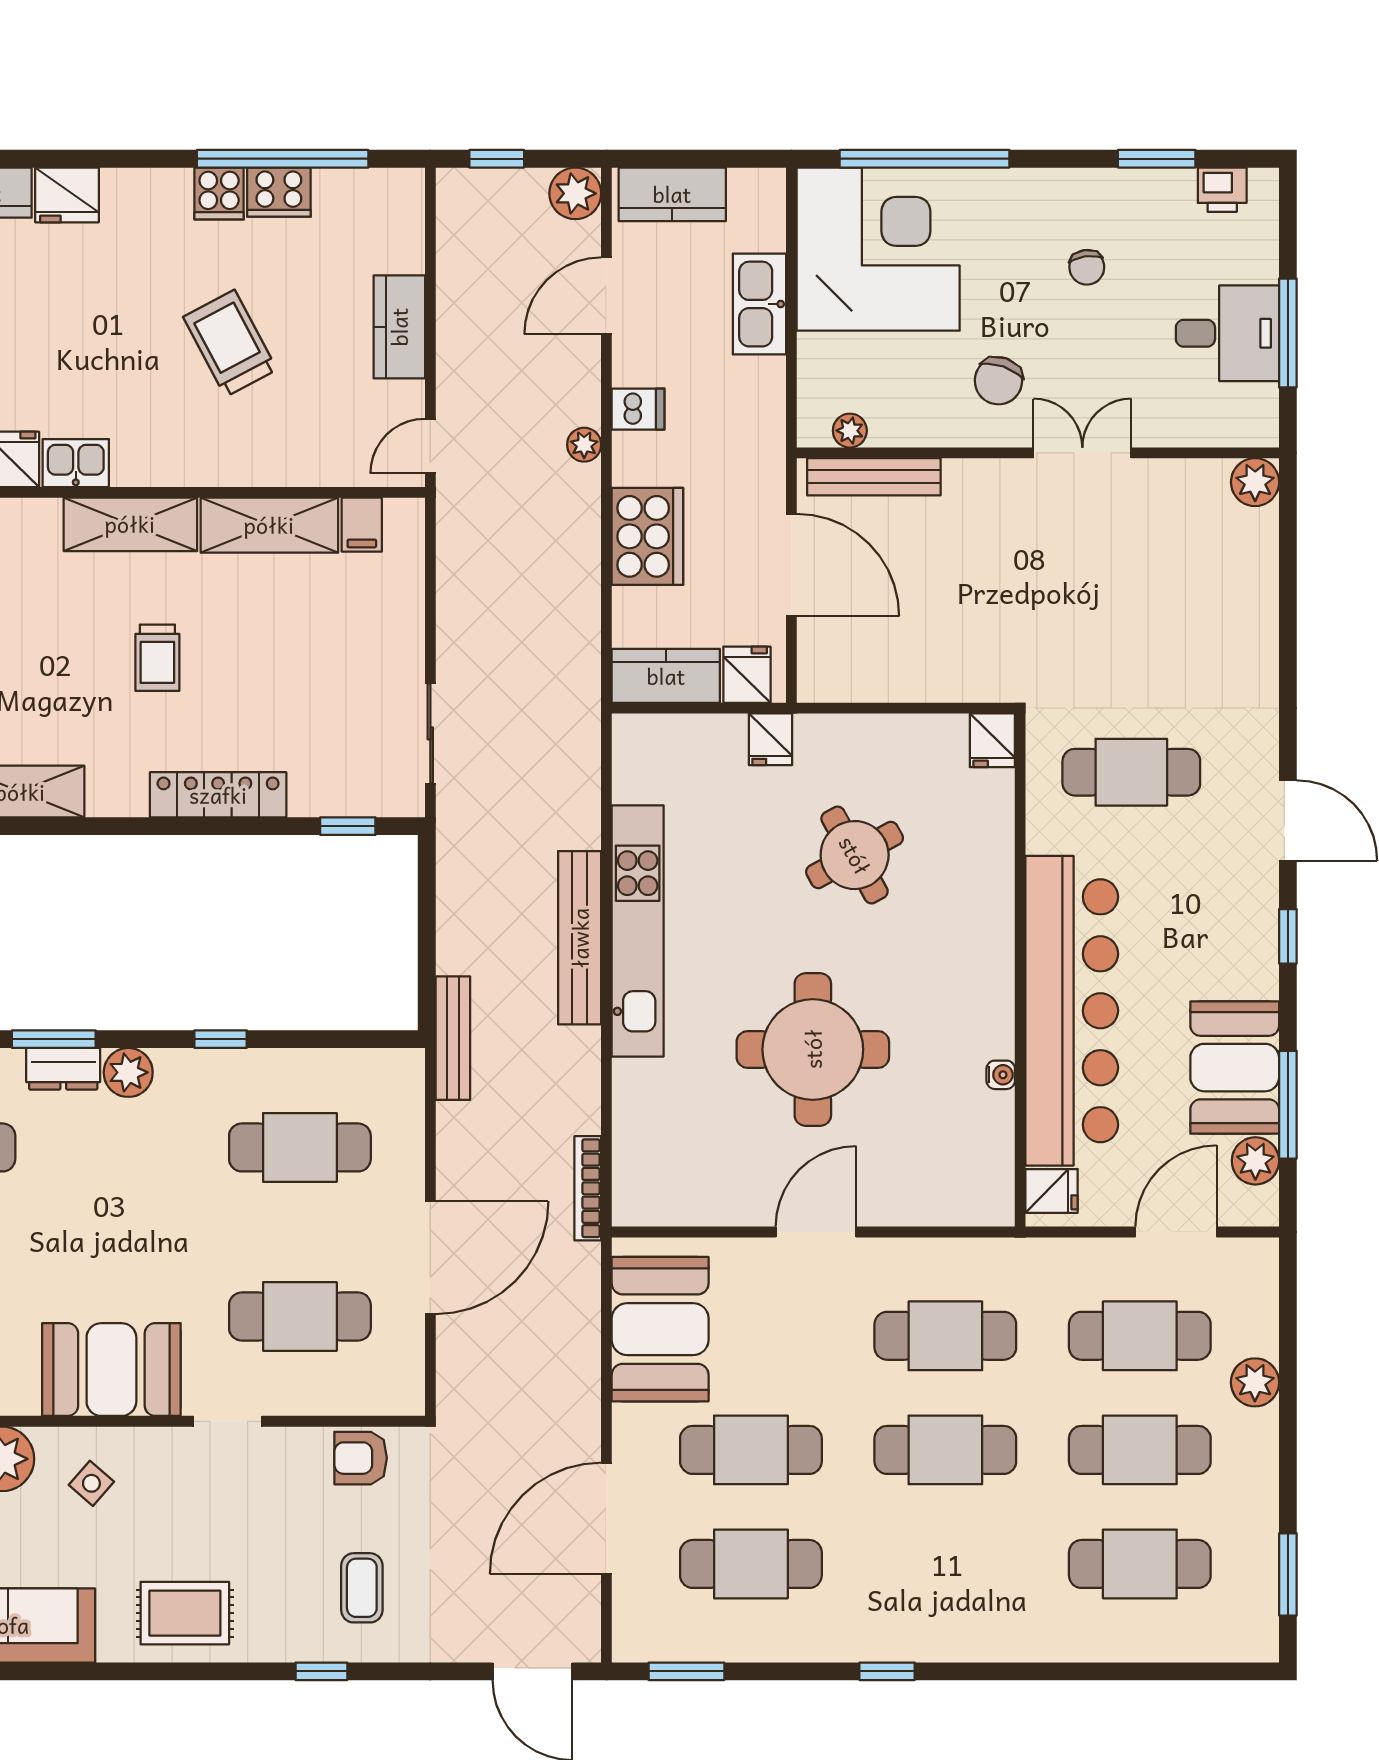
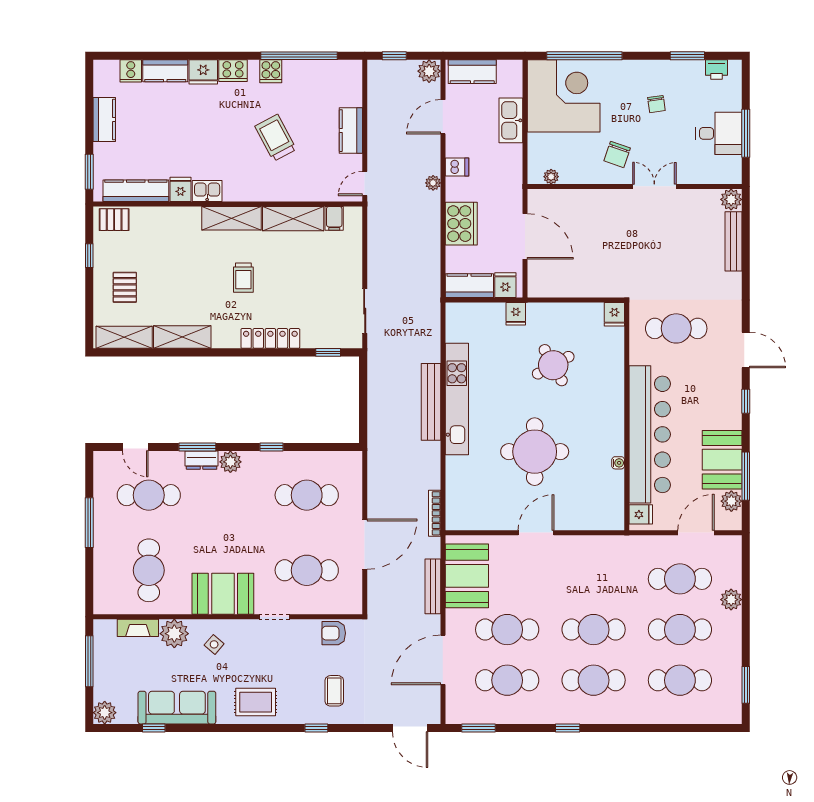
cooker: (279, 192) -> (233, 71), moved
bench: (874, 477) -> (734, 241), moved, turned 90
bench: (453, 1038) -> (433, 586), moved
cafe table: (945, 1336) -> (594, 680), moved

